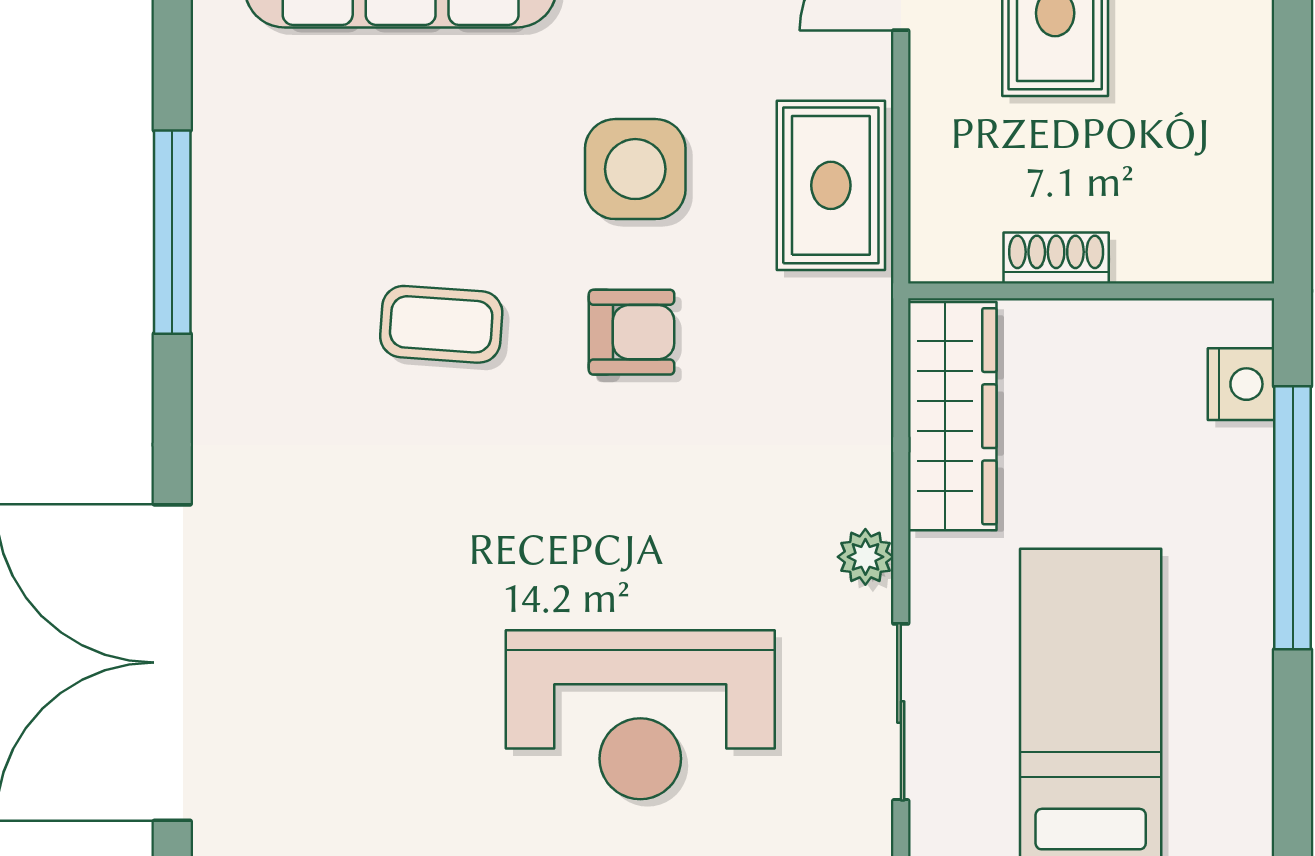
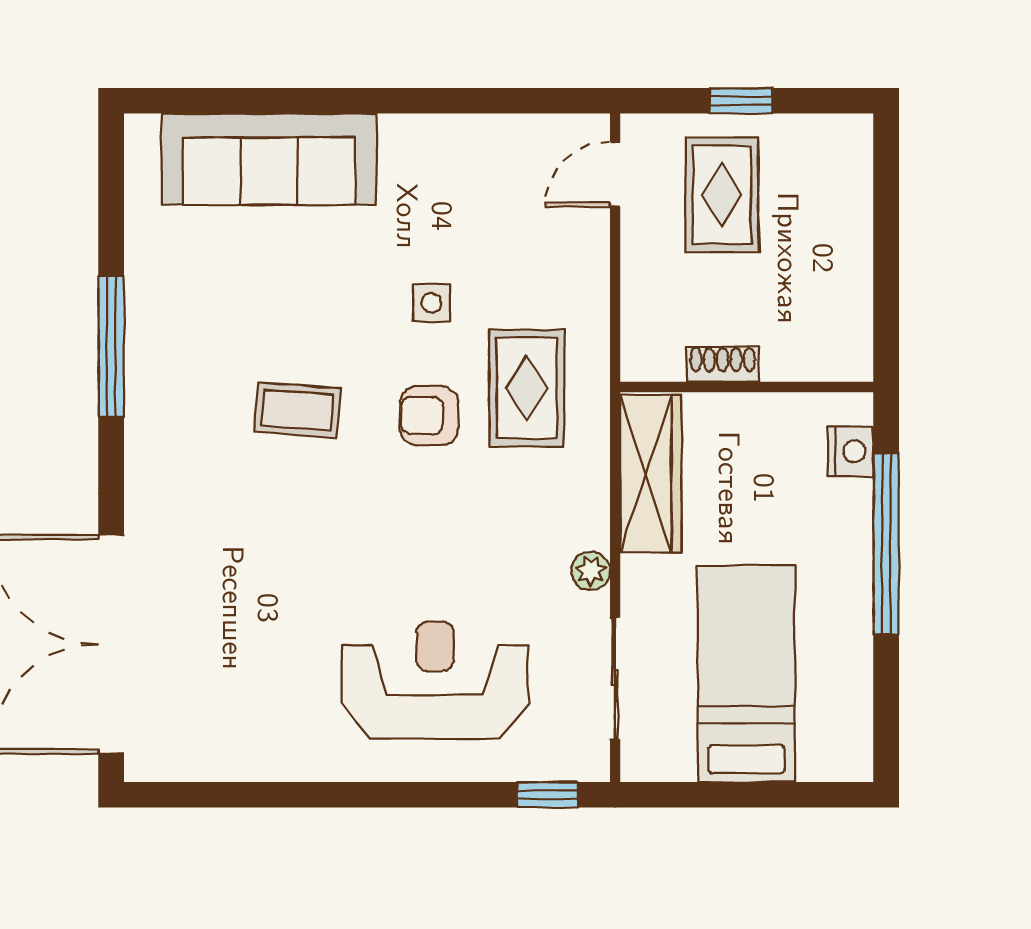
side table: (635, 169) -> (431, 303), width x0.54, depth x0.54
rug: (831, 185) -> (527, 388), moved
armchair: (632, 332) -> (429, 416), turned 180
reception desk: (640, 715) -> (435, 680), turned 180

